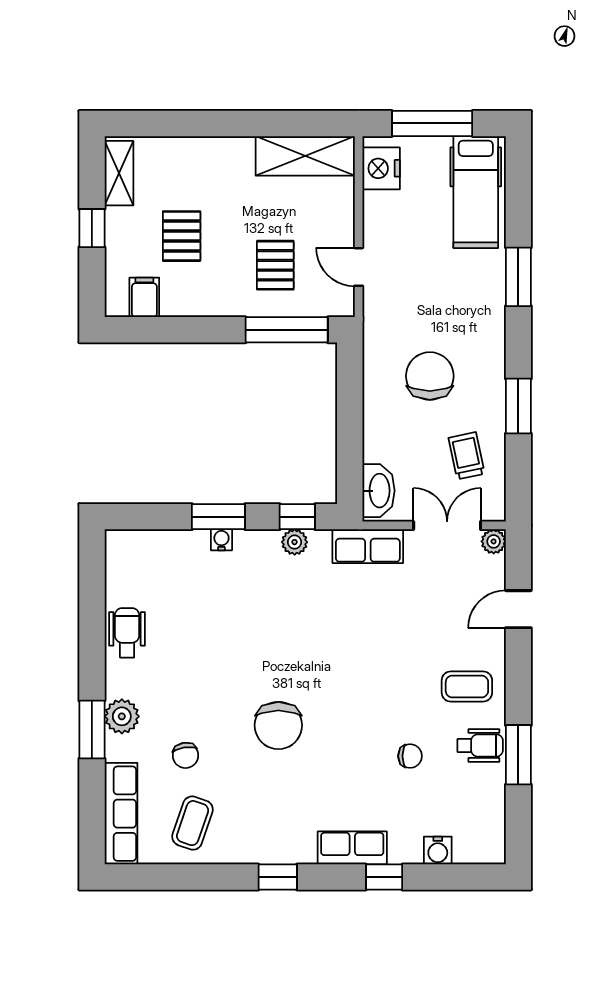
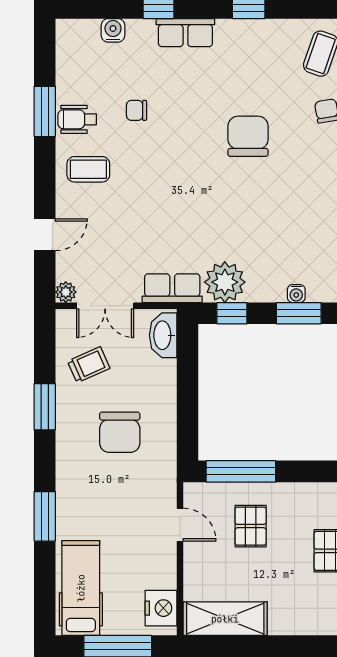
trolley: (467, 456) -> (89, 365), turned -102
plant: (295, 542) -> (225, 282), width x1.87, depth x1.87

